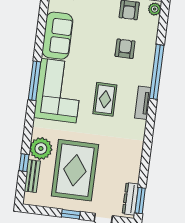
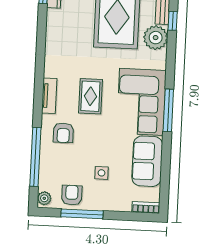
side table: (100, 28) -> (101, 173), added
armchair: (125, 49) -> (63, 133), moved
window: (157, 72) -> (35, 157), moved

